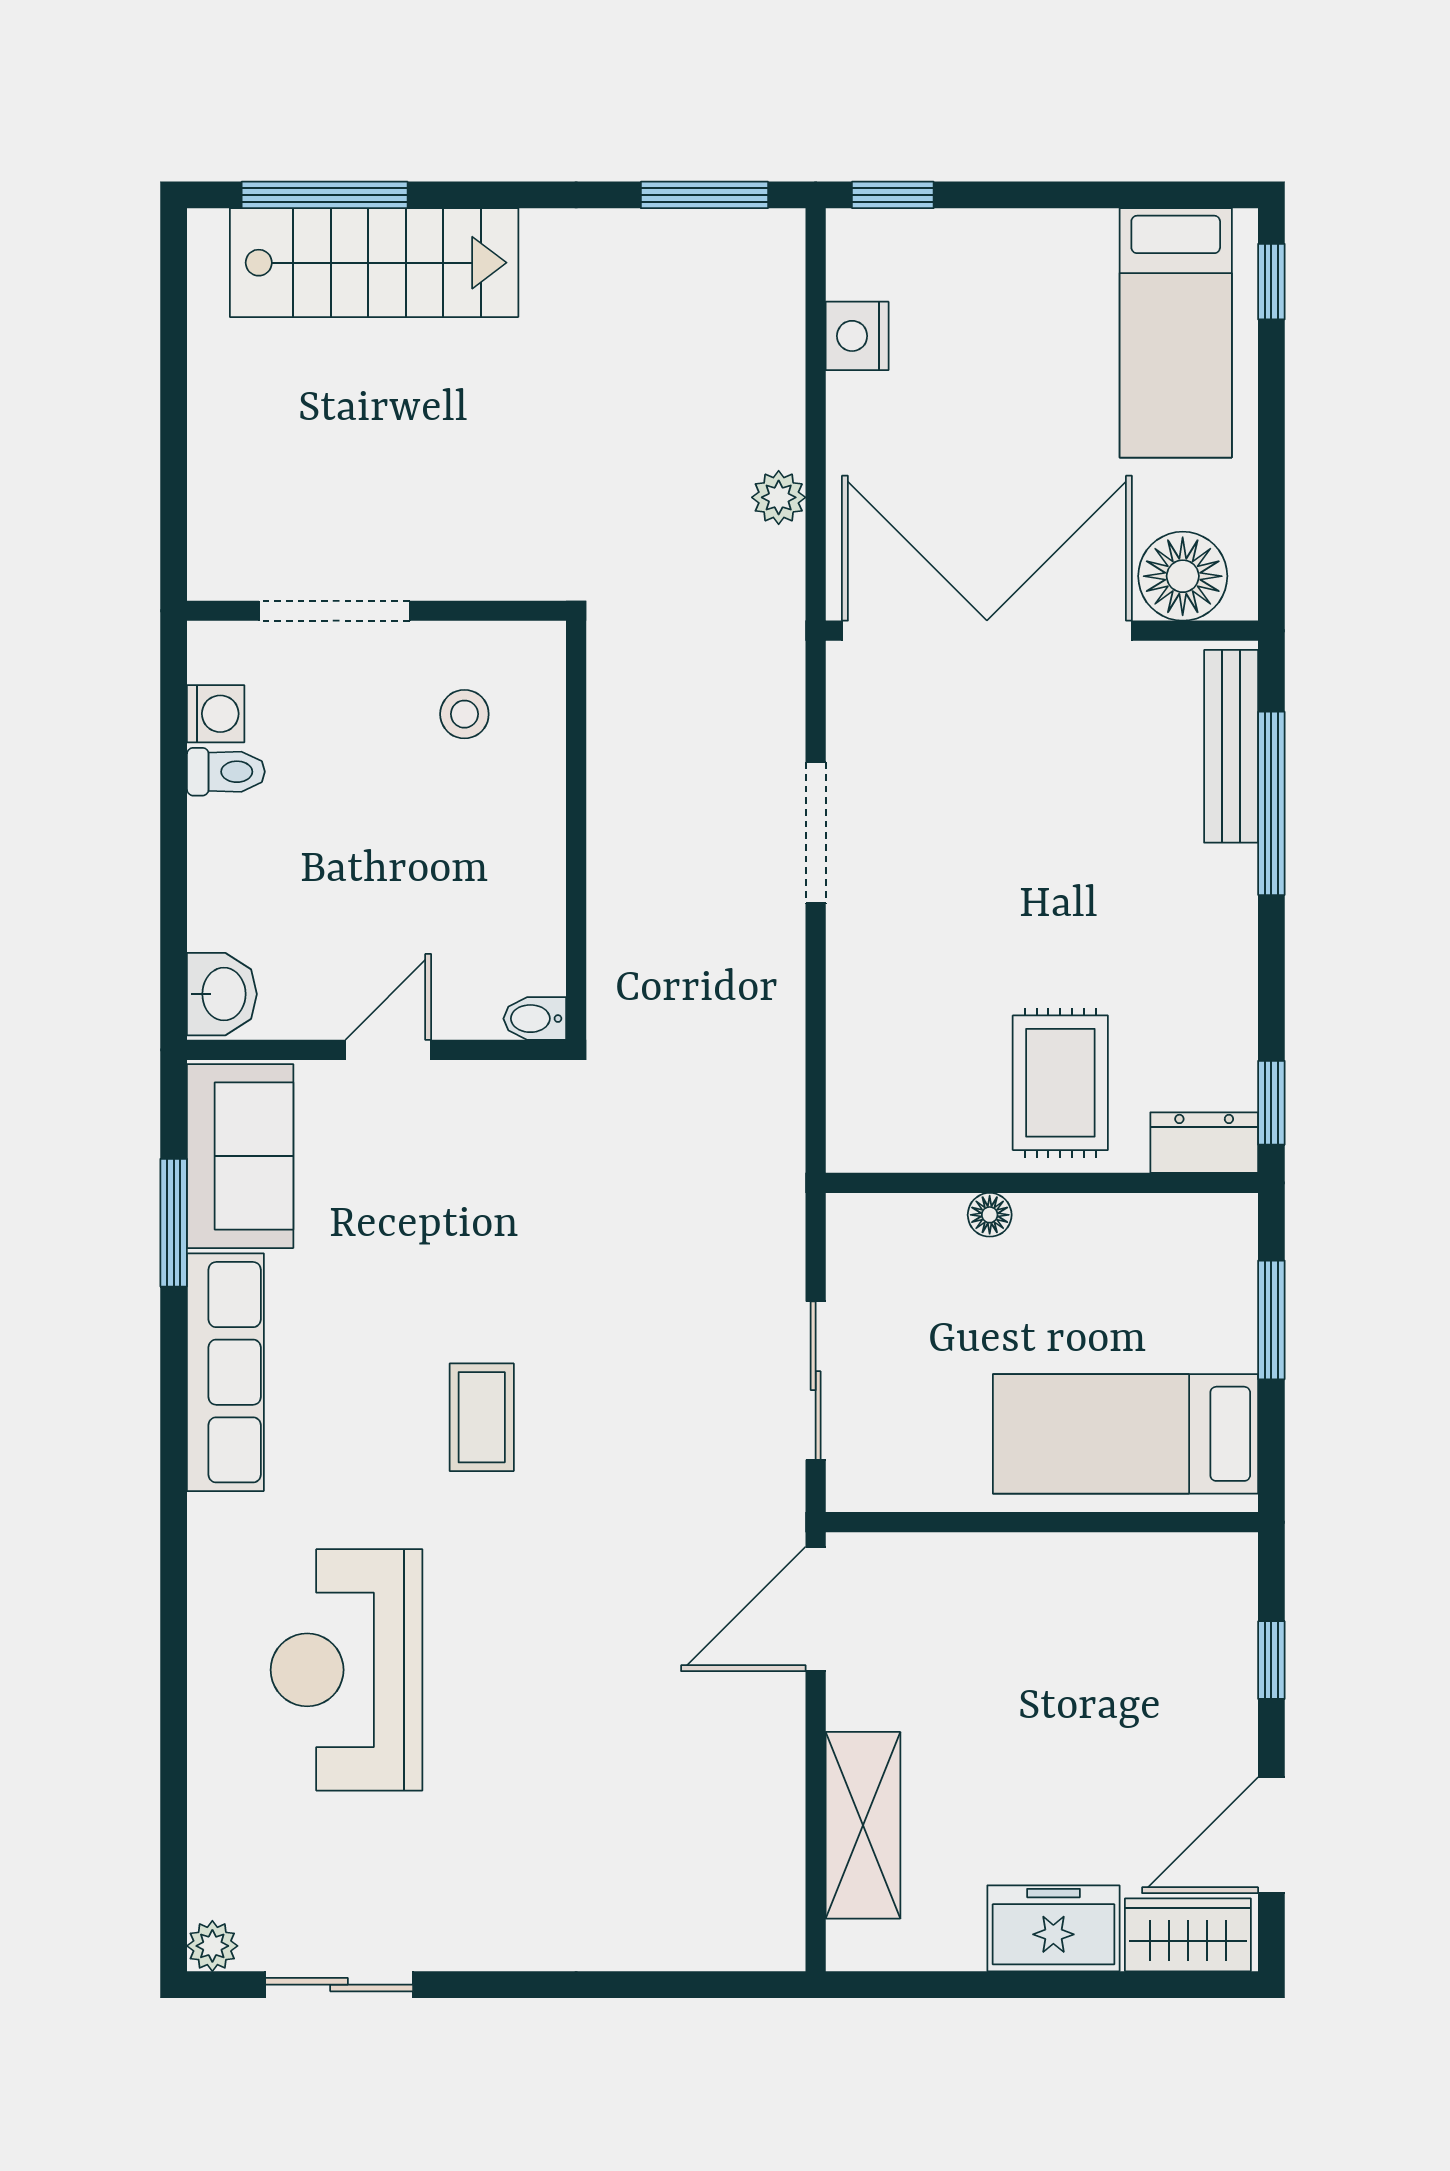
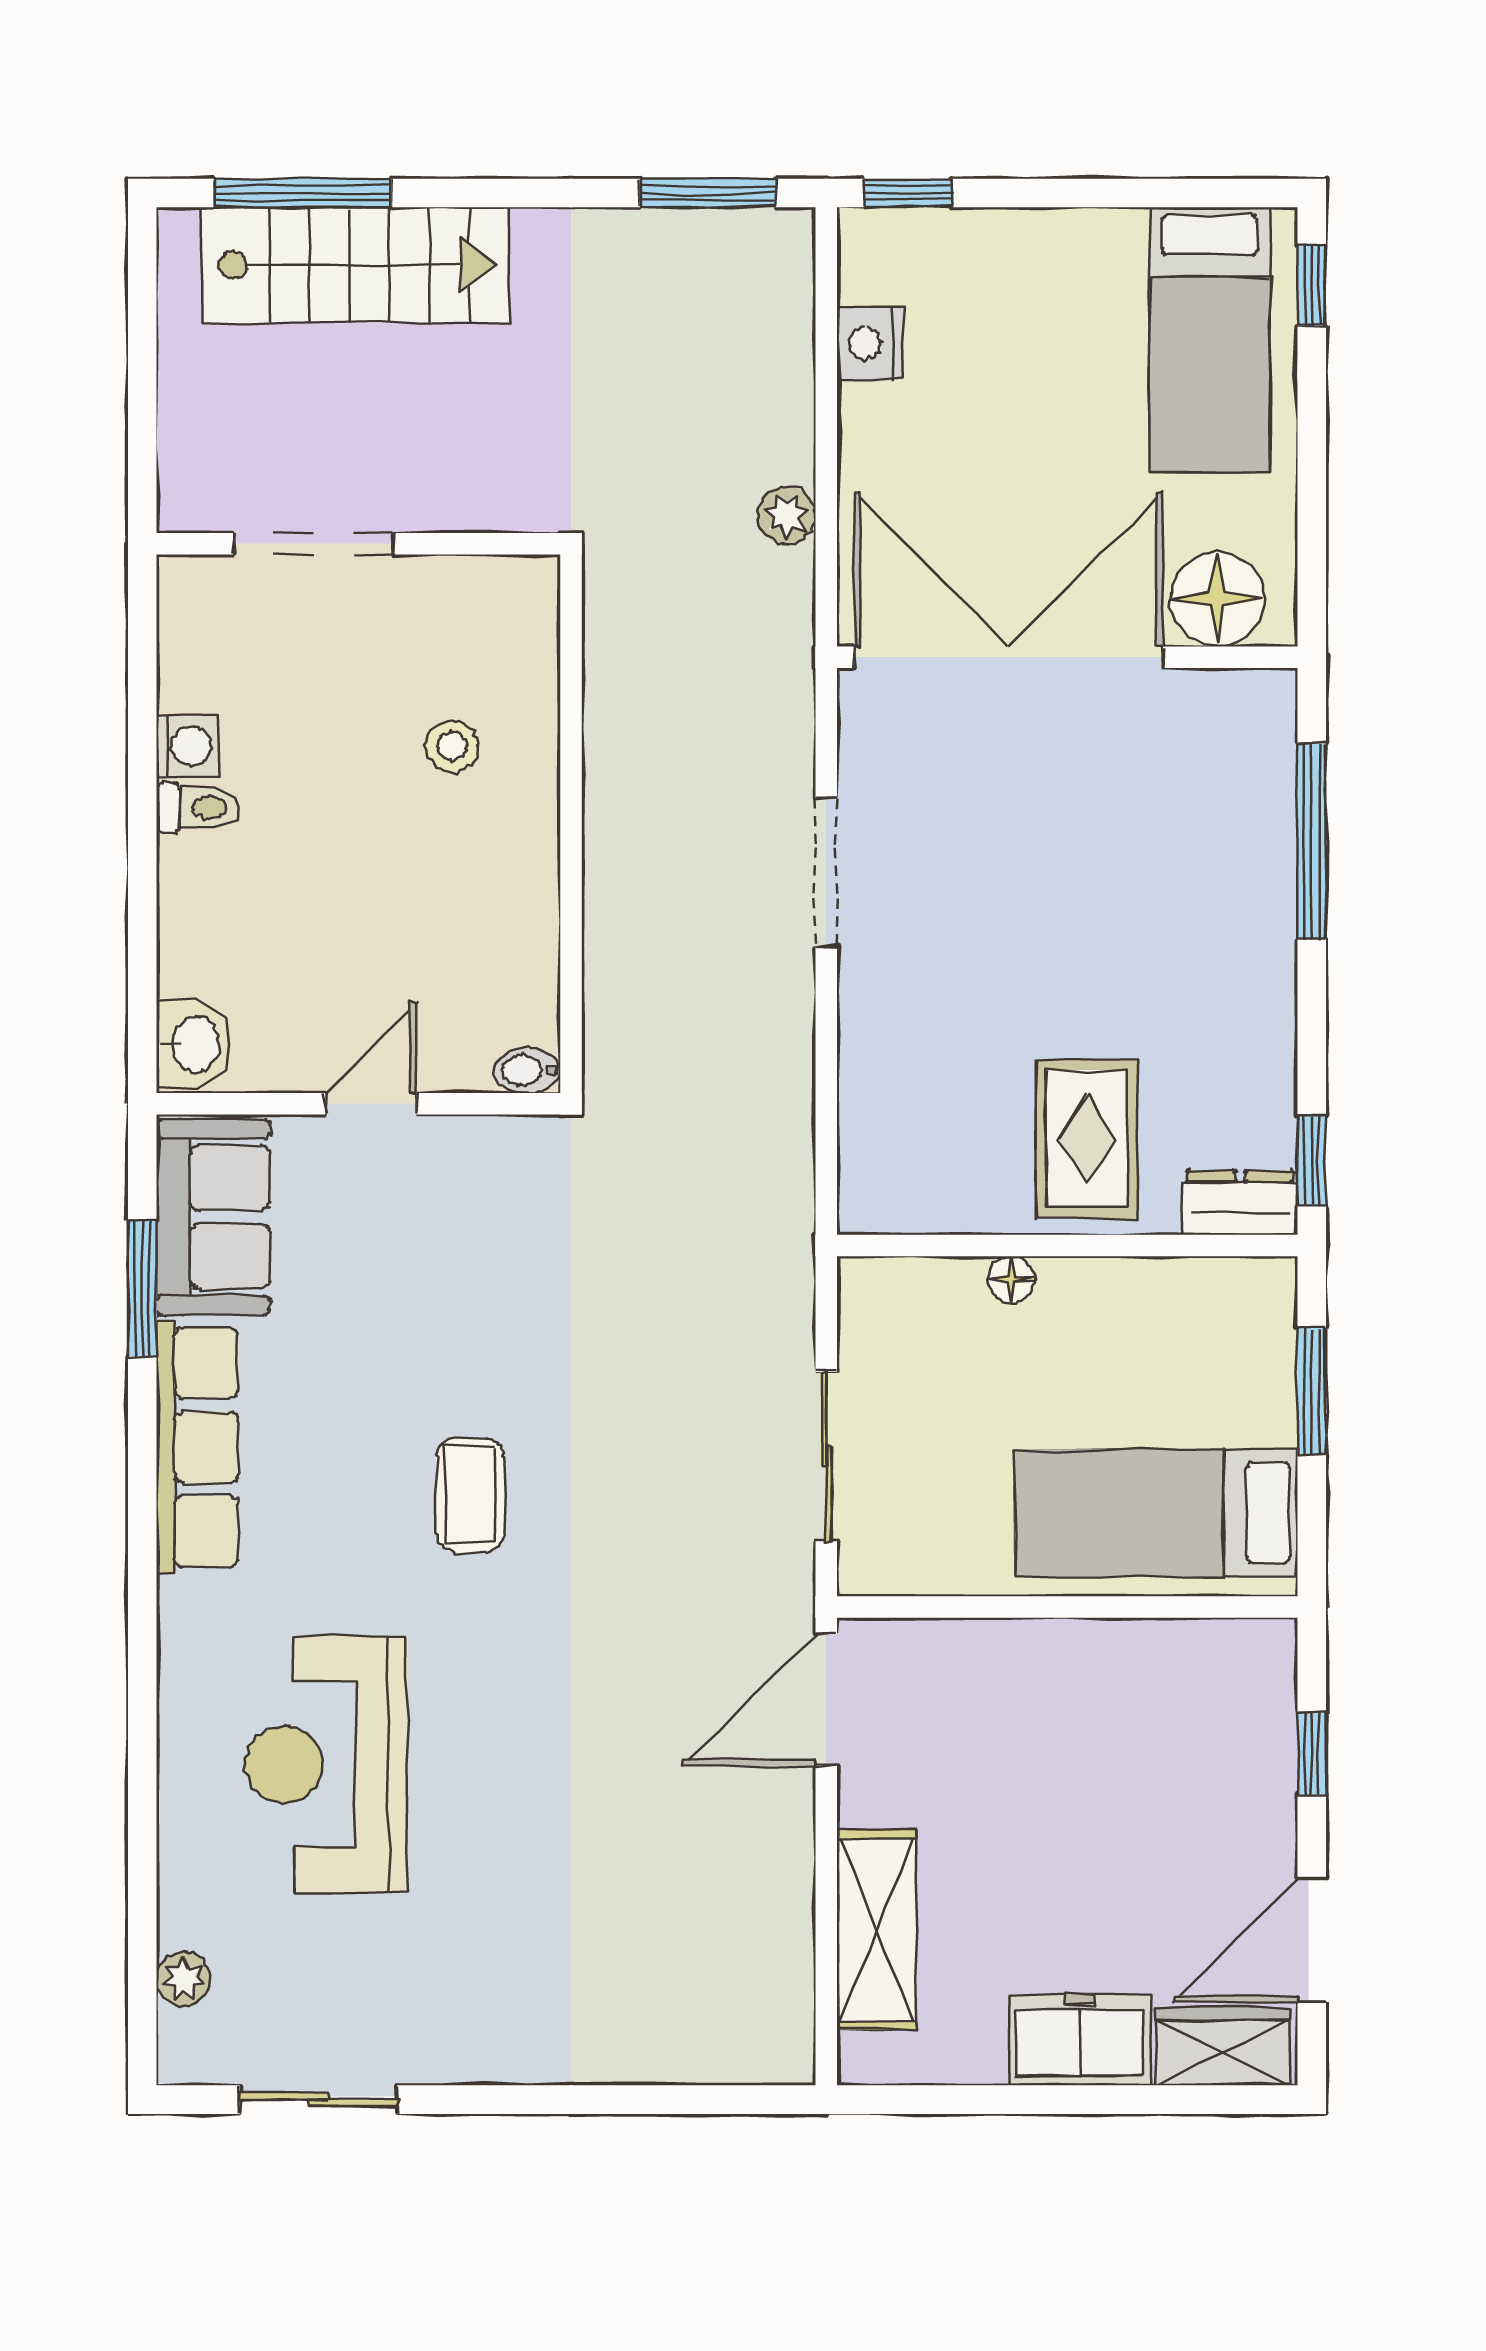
doorway: (334, 611) -> (313, 544), moved
wall: (377, 611) -> (358, 544), moved
bench: (1231, 746) -> (1269, 780), removed
plant: (212, 1946) -> (183, 1979), moved

